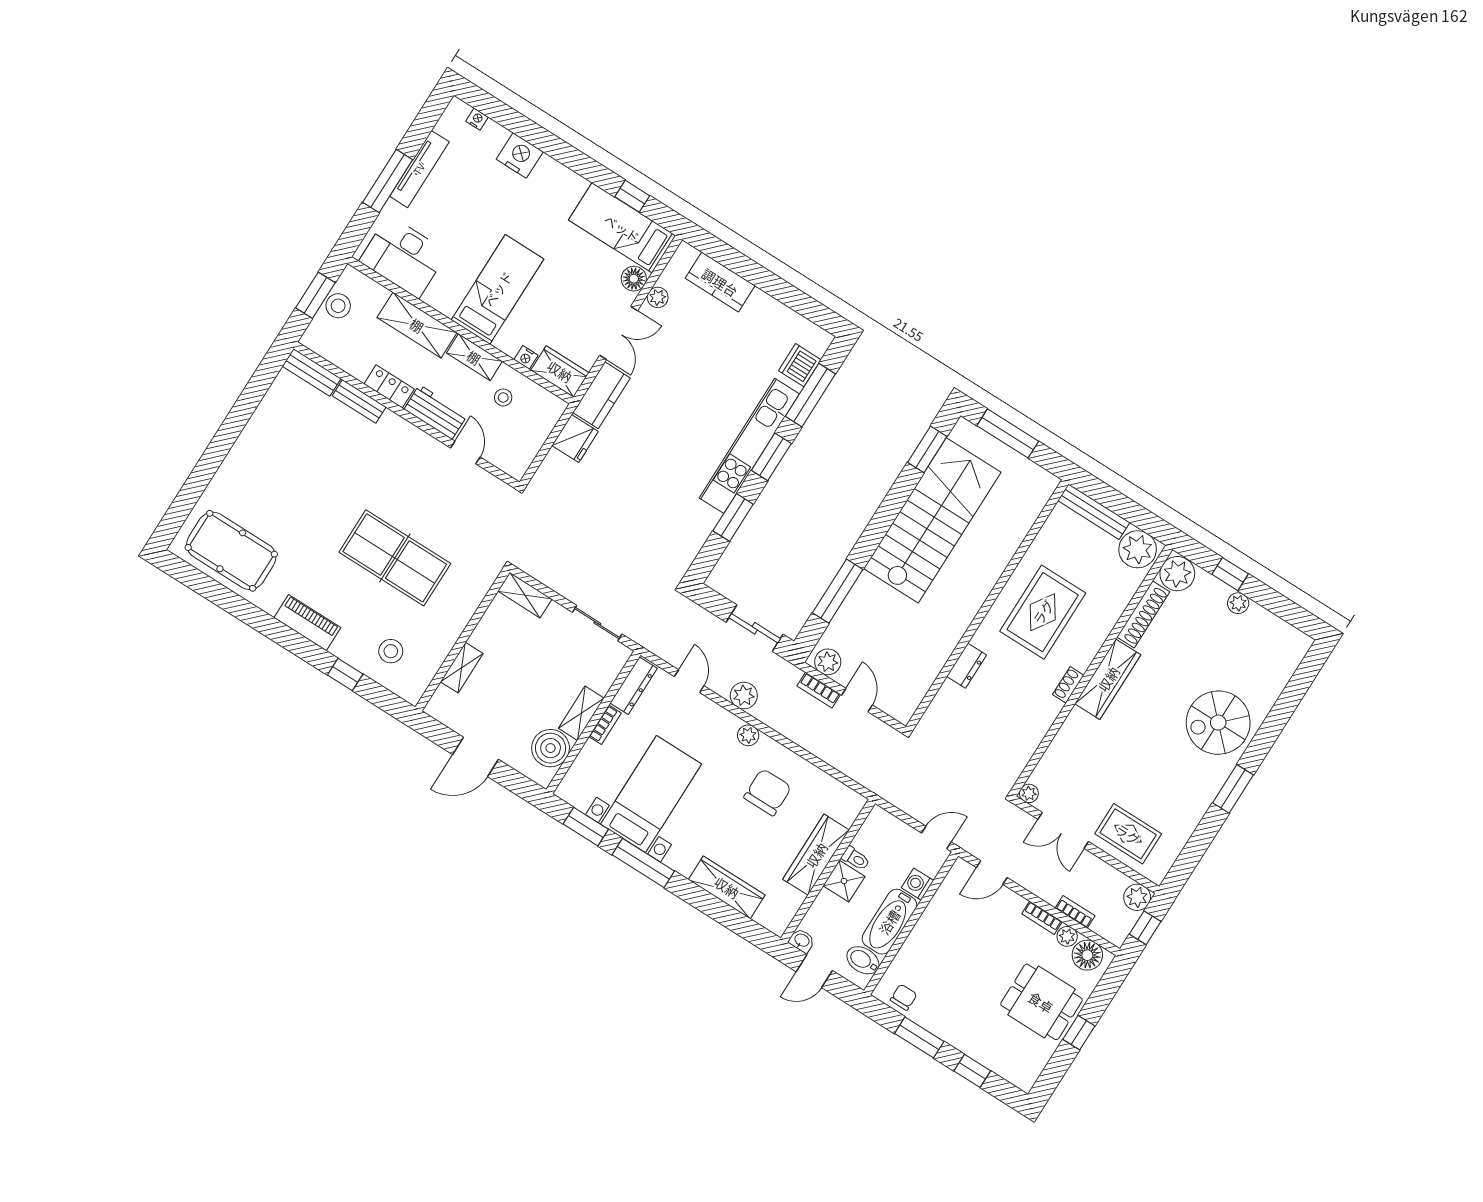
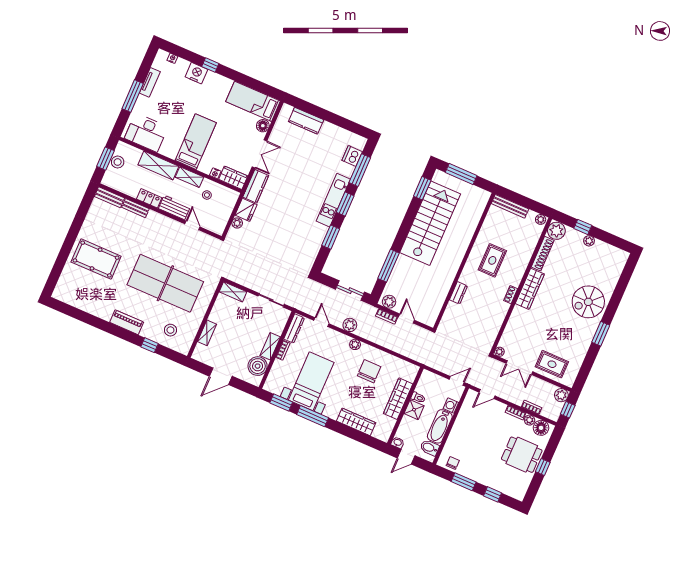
tv unit: (419, 169) -> (150, 82), width x0.71
window: (632, 196) -> (210, 65), moved
plant: (658, 297) -> (237, 223), moved
kitchen unit: (749, 446) -> (333, 200), width x0.73
plant: (1138, 549) -> (541, 219), width x0.53, depth x0.53
pool table: (231, 551) -> (96, 259), moved
table tennis table: (395, 558) -> (165, 283), width x1.36, depth x1.32
rug: (1043, 612) -> (492, 260), width x0.73, depth x0.70

